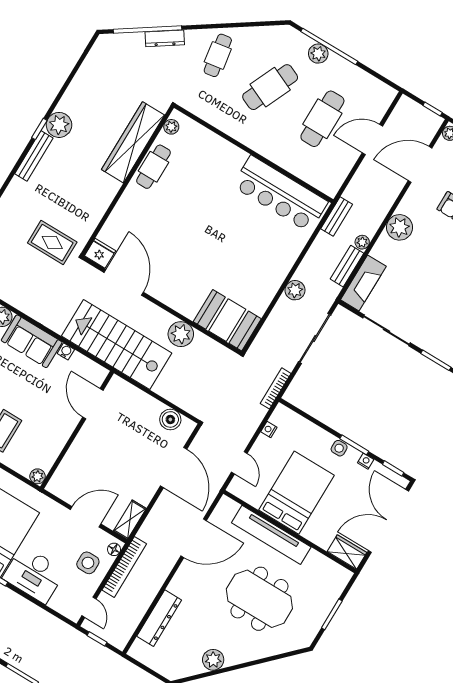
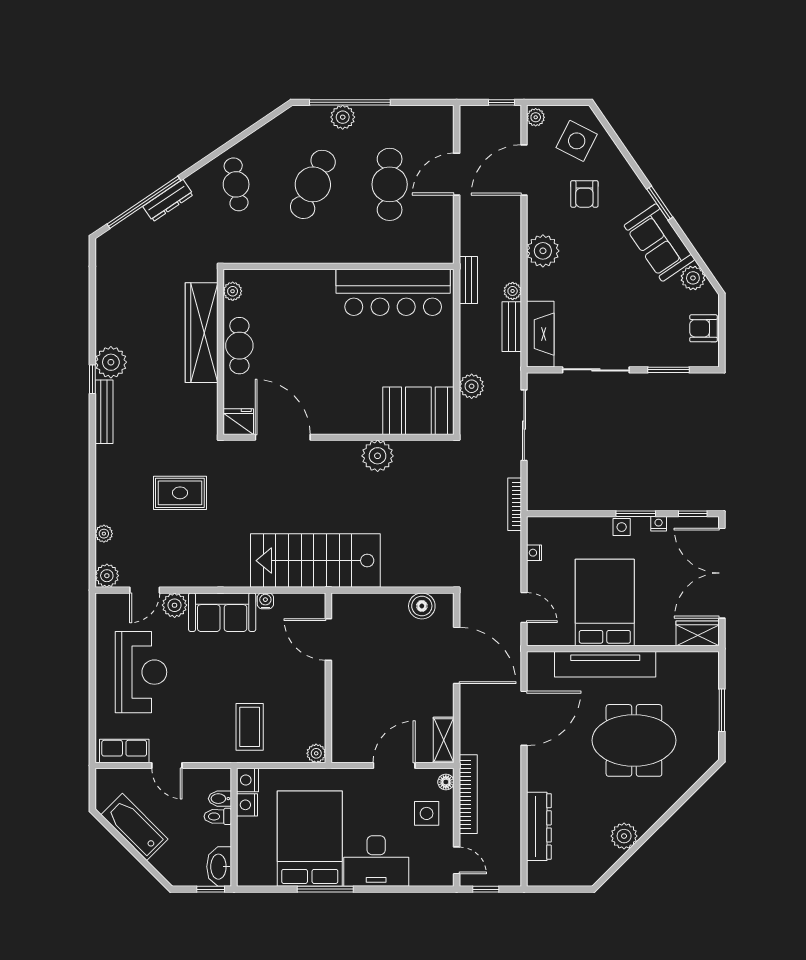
fridge: (100, 253) -> (238, 422), moved
door: (124, 282) -> (283, 437), moved
wall: (162, 305) -> (339, 437), moved
booth: (227, 320) -> (418, 411), moved
plant: (181, 334) -> (378, 456), moved

